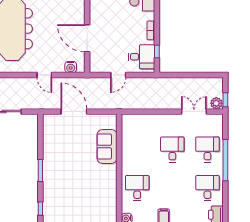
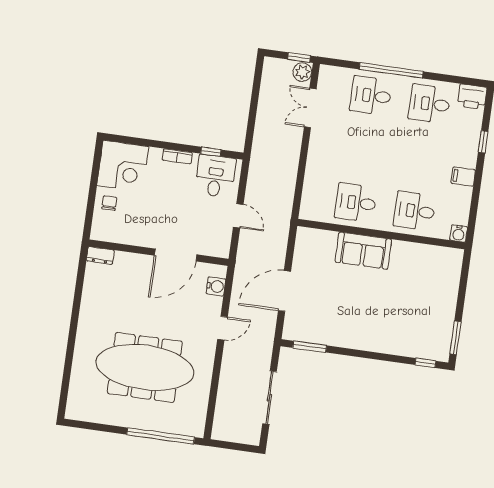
sofa: (107, 146) -> (363, 251), moved
desk: (172, 149) -> (356, 203), moved
window: (40, 170) -> (310, 347), moved

